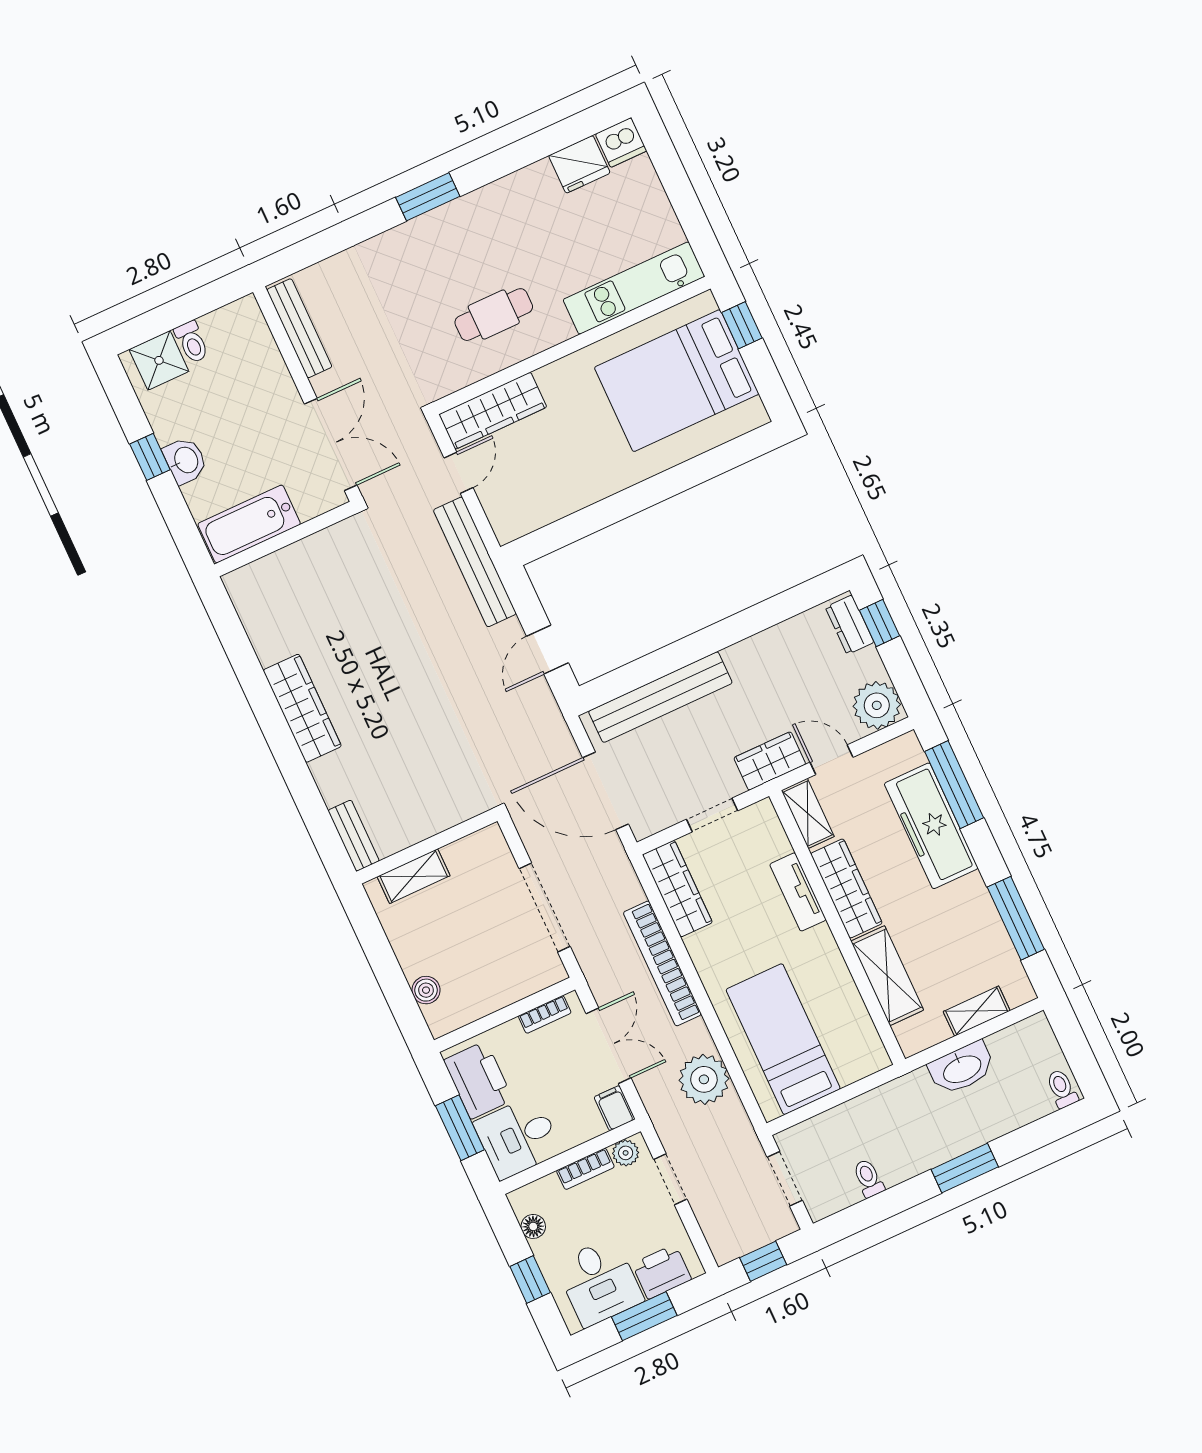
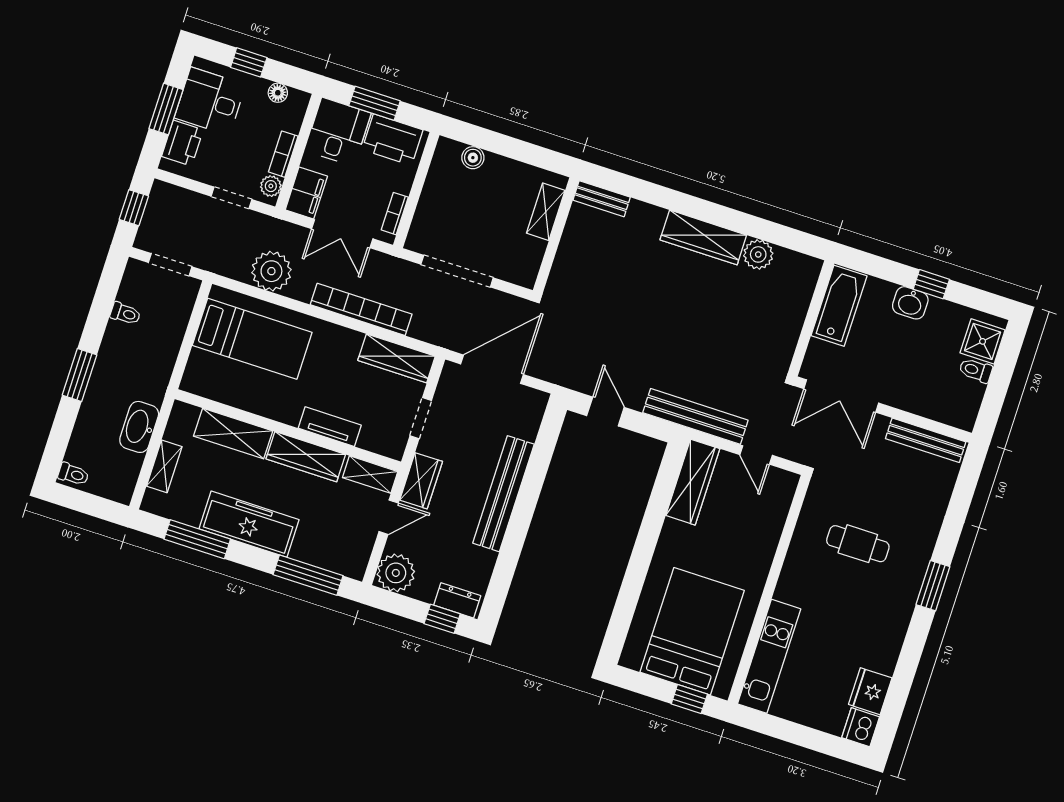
cafe table: (494, 315) -> (858, 544), moved, turned 90
wardrobe: (493, 411) -> (693, 482), moved, turned 180
plant: (271, 643) -> (758, 254), added
bench: (660, 697) -> (503, 494), moved
freezer: (931, 826) -> (249, 524), moved
filing cabinet: (615, 1108) -> (306, 193), width x2.00

